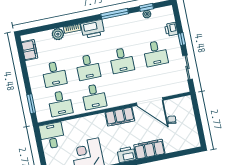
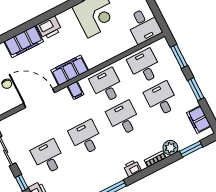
window: (42, 29) -> (191, 149), added
printer: (93, 29) -> (132, 168), width x0.53, depth x0.68
window: (25, 74) -> (196, 89), added
filing cabinet: (120, 100) -> (75, 90), added

